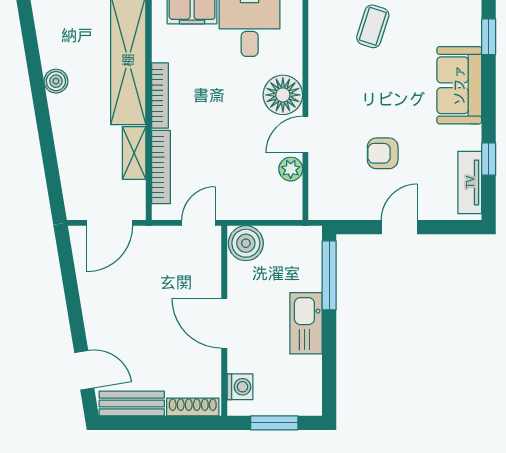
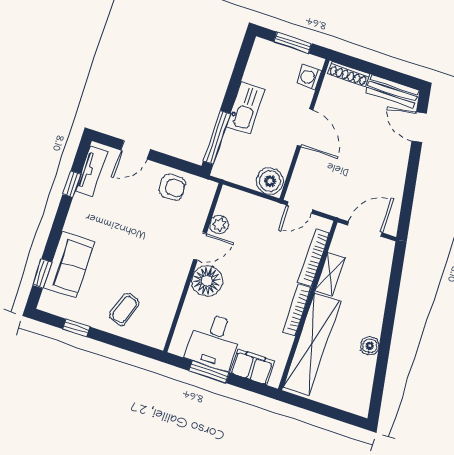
sofa: (459, 85) -> (69, 265), moved
armchair: (383, 153) -> (172, 187), moved
door: (399, 227) -> (136, 150), moved

